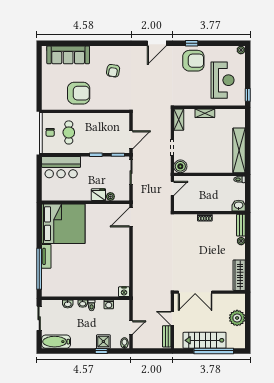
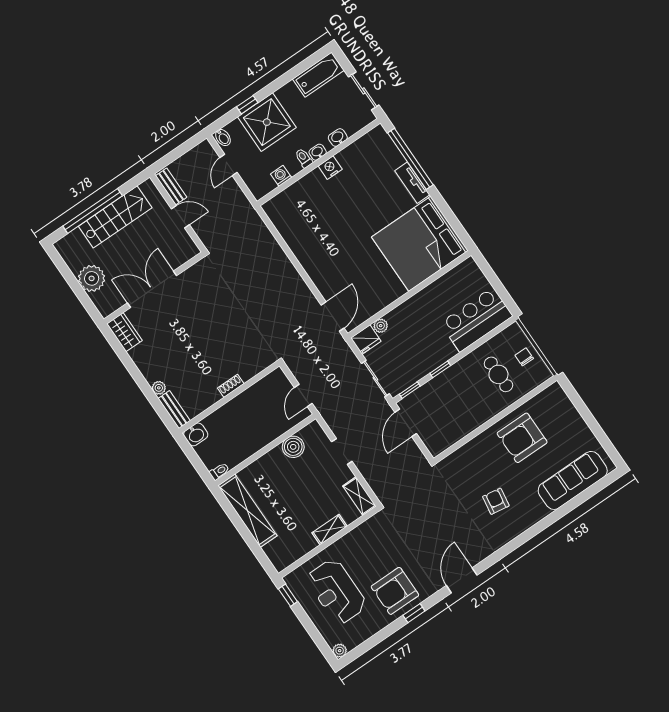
boiler: (180, 166) -> (293, 447), moved
fridge: (98, 195) -> (366, 340), moved
wardrobe: (239, 275) -> (124, 332), width x0.67
nightstand: (124, 292) -> (330, 168), moved
double door: (195, 292) -> (152, 289), moved
shower: (103, 342) -> (267, 122), width x1.86, depth x1.86

